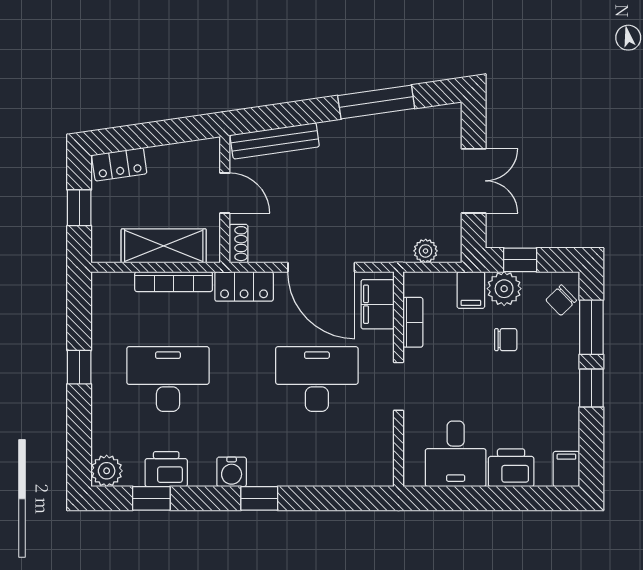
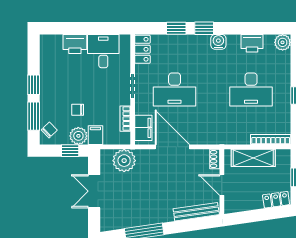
plant: (426, 251) -> (124, 161), width x1.88, depth x1.88
bookcase: (174, 282) -> (271, 139), moved
locker: (244, 286) -> (143, 49), moved, turned 90
filing cabinet: (566, 469) -> (46, 43), removed
window: (151, 498) -> (176, 28), moved

